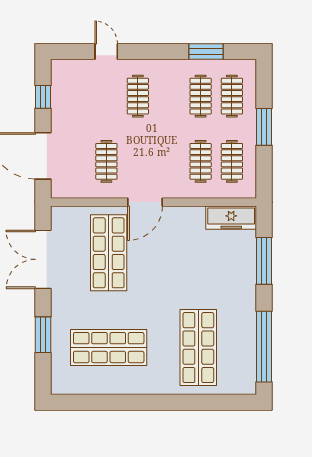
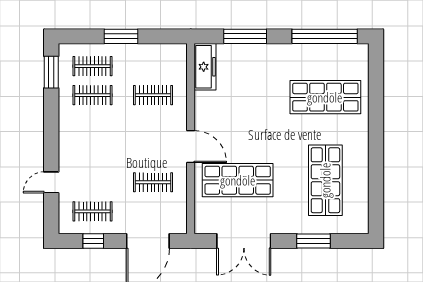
window: (206, 52) -> (51, 72), moved
clothes rail: (138, 96) -> (93, 211), moved
clothes rail: (232, 161) -> (153, 66), removed

